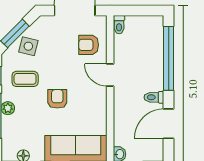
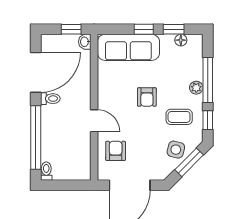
toilet: (119, 25) -> (46, 171), moved
armchair: (89, 45) -> (116, 151), turned -90
door: (169, 124) -> (36, 72), width x1.36

